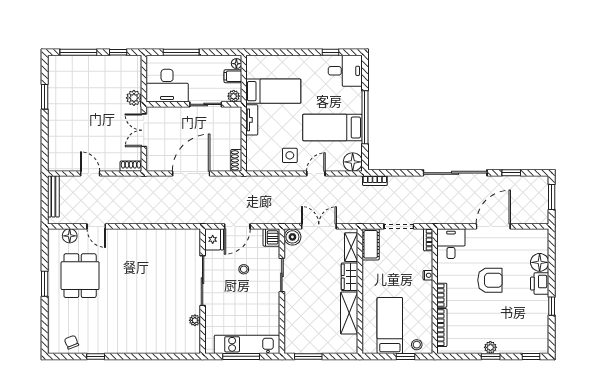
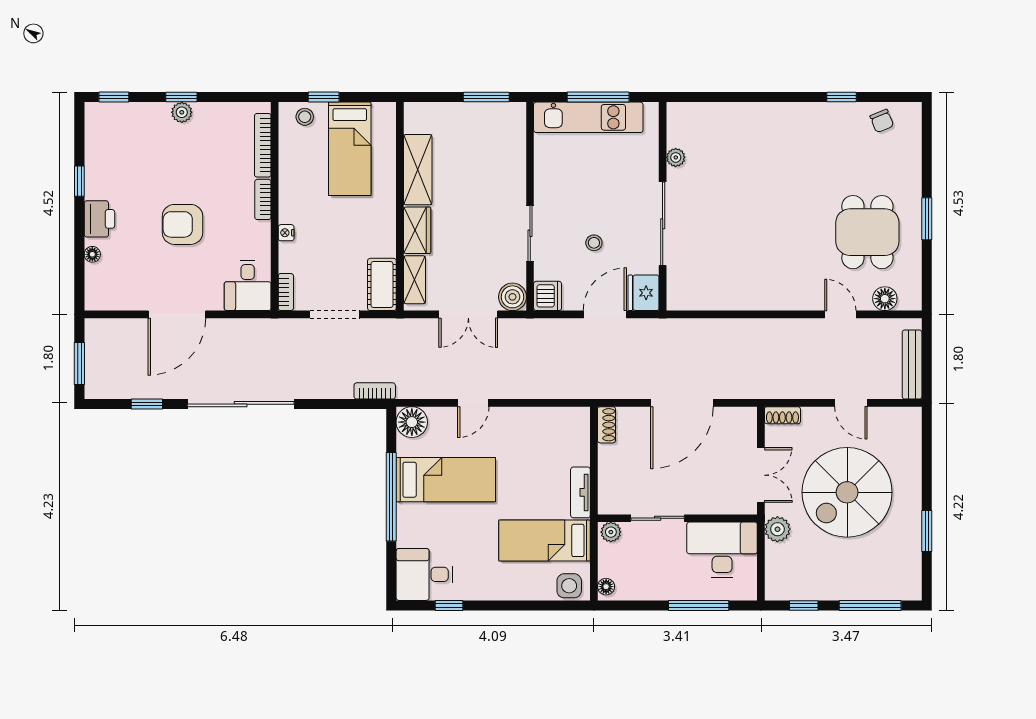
filing cabinet: (233, 76) -> (612, 565), removed
spiral stairs: (92, 120) -> (847, 492), added
side table: (290, 155) -> (569, 586), moved
floor lamp: (540, 262) -> (92, 254), width x0.53, depth x0.53

